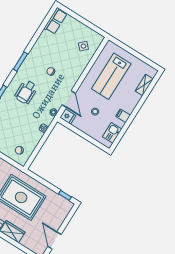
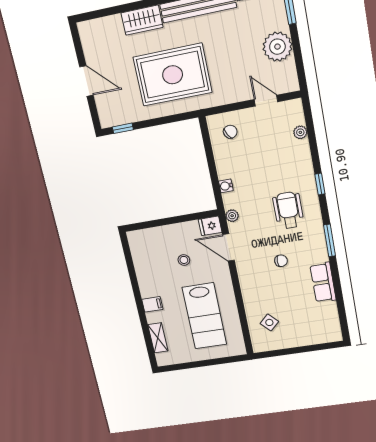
row of seats: (56, 21) -> (323, 282), moved
lab bench: (111, 76) -> (204, 316), turned 180
filing cabinet: (123, 116) -> (152, 304), moved
kitchen sink: (112, 133) -> (141, 253), removed
door: (54, 240) -> (86, 81), moved

